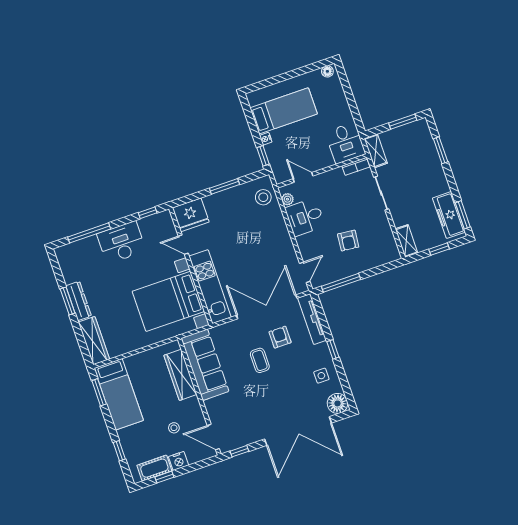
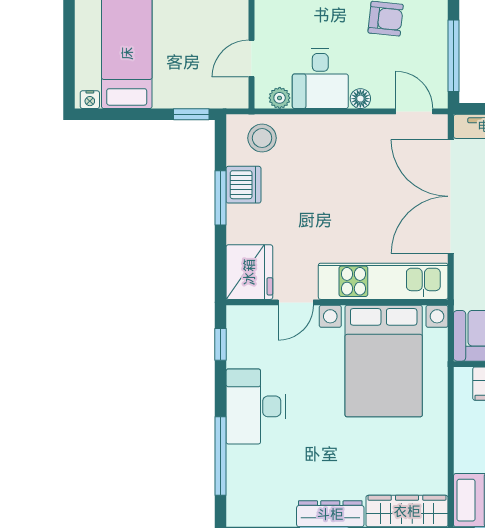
nightstand: (266, 139) -> (90, 100), moved
dishwasher: (235, 196) -> (244, 185), added
floor lamp: (302, 242) -> (360, 99), added

